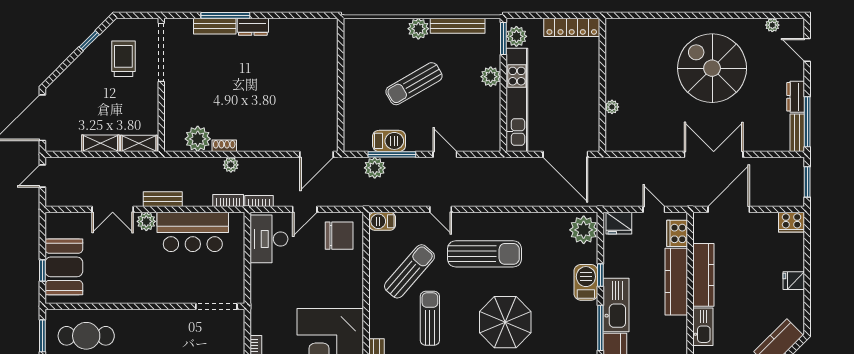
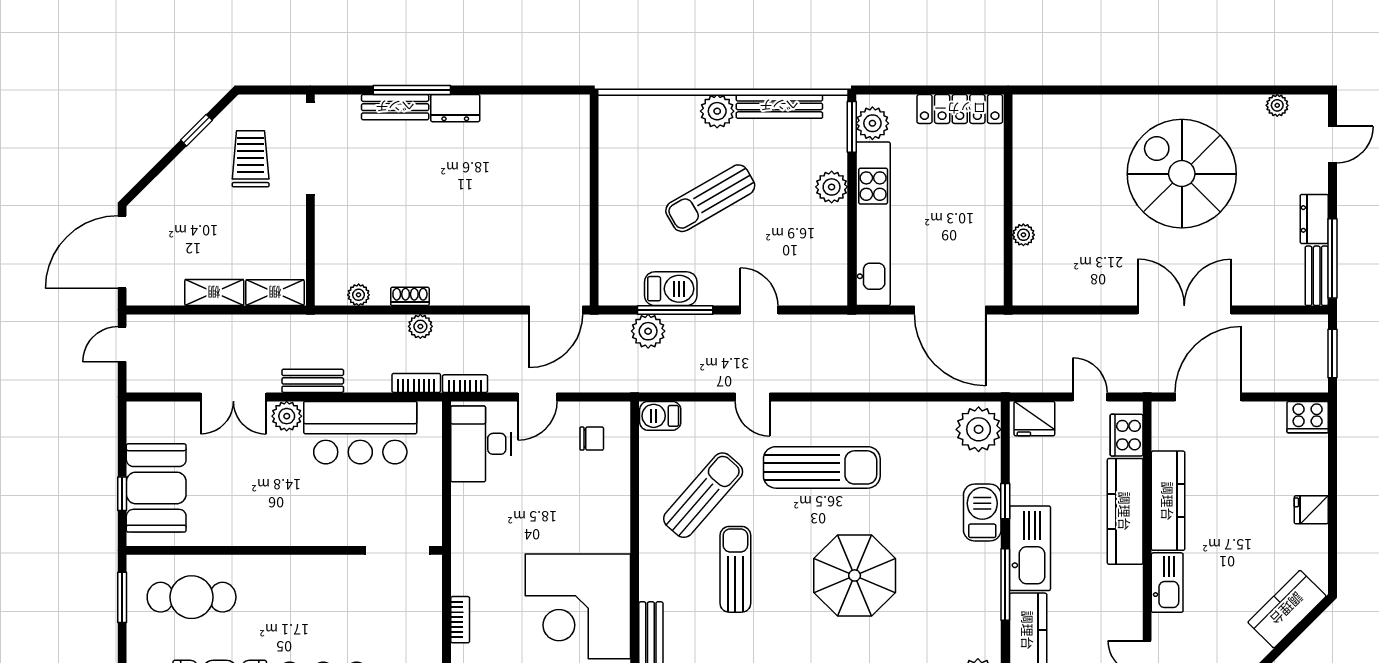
door: (807, 50) -> (1332, 145), swing flipped
plant: (198, 139) -> (359, 295), width x0.53, depth x0.53
chair: (339, 236) -> (592, 439), width x0.54, depth x0.54

